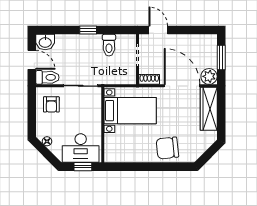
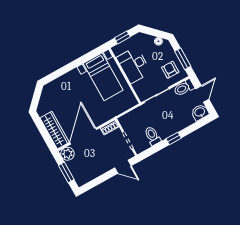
door: (32, 60) -> (202, 94), swing flipped
door: (182, 86) -> (83, 136), swing flipped
window: (32, 108) -> (183, 59), added
bed with nightstands: (130, 111) -> (103, 77), moved, turned -90
desk: (81, 148) -> (134, 65), moved, turned -90
chair: (167, 148) -> (69, 85), removed

